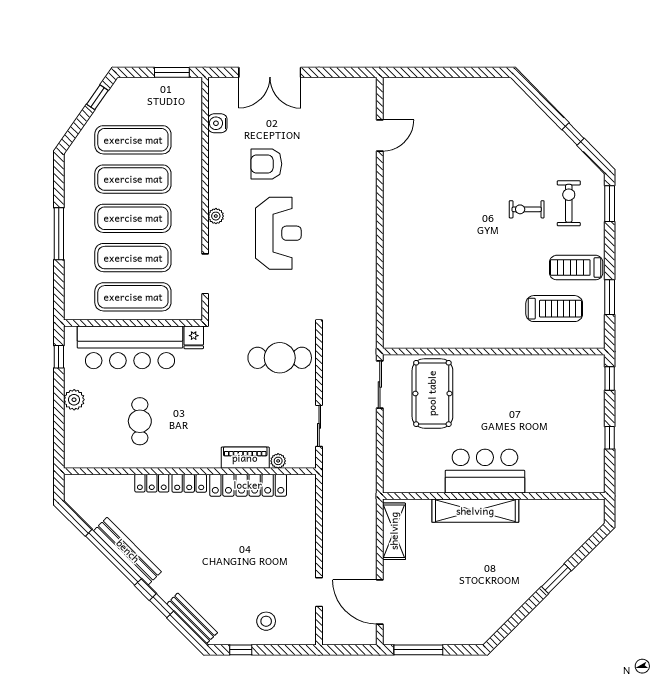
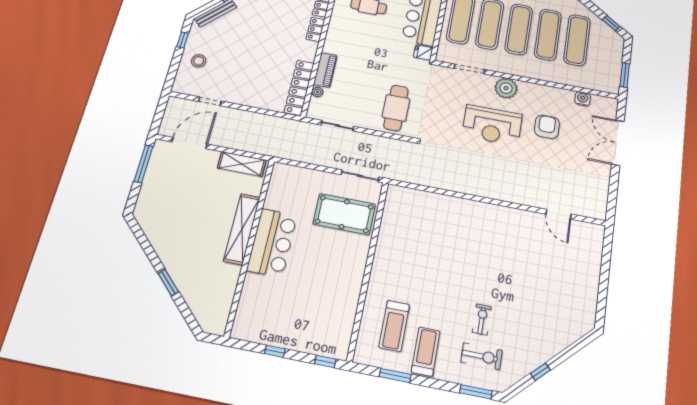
plant: (216, 216) -> (506, 88), width x1.88, depth x1.88
locker: (248, 485) -> (299, 88), moved

